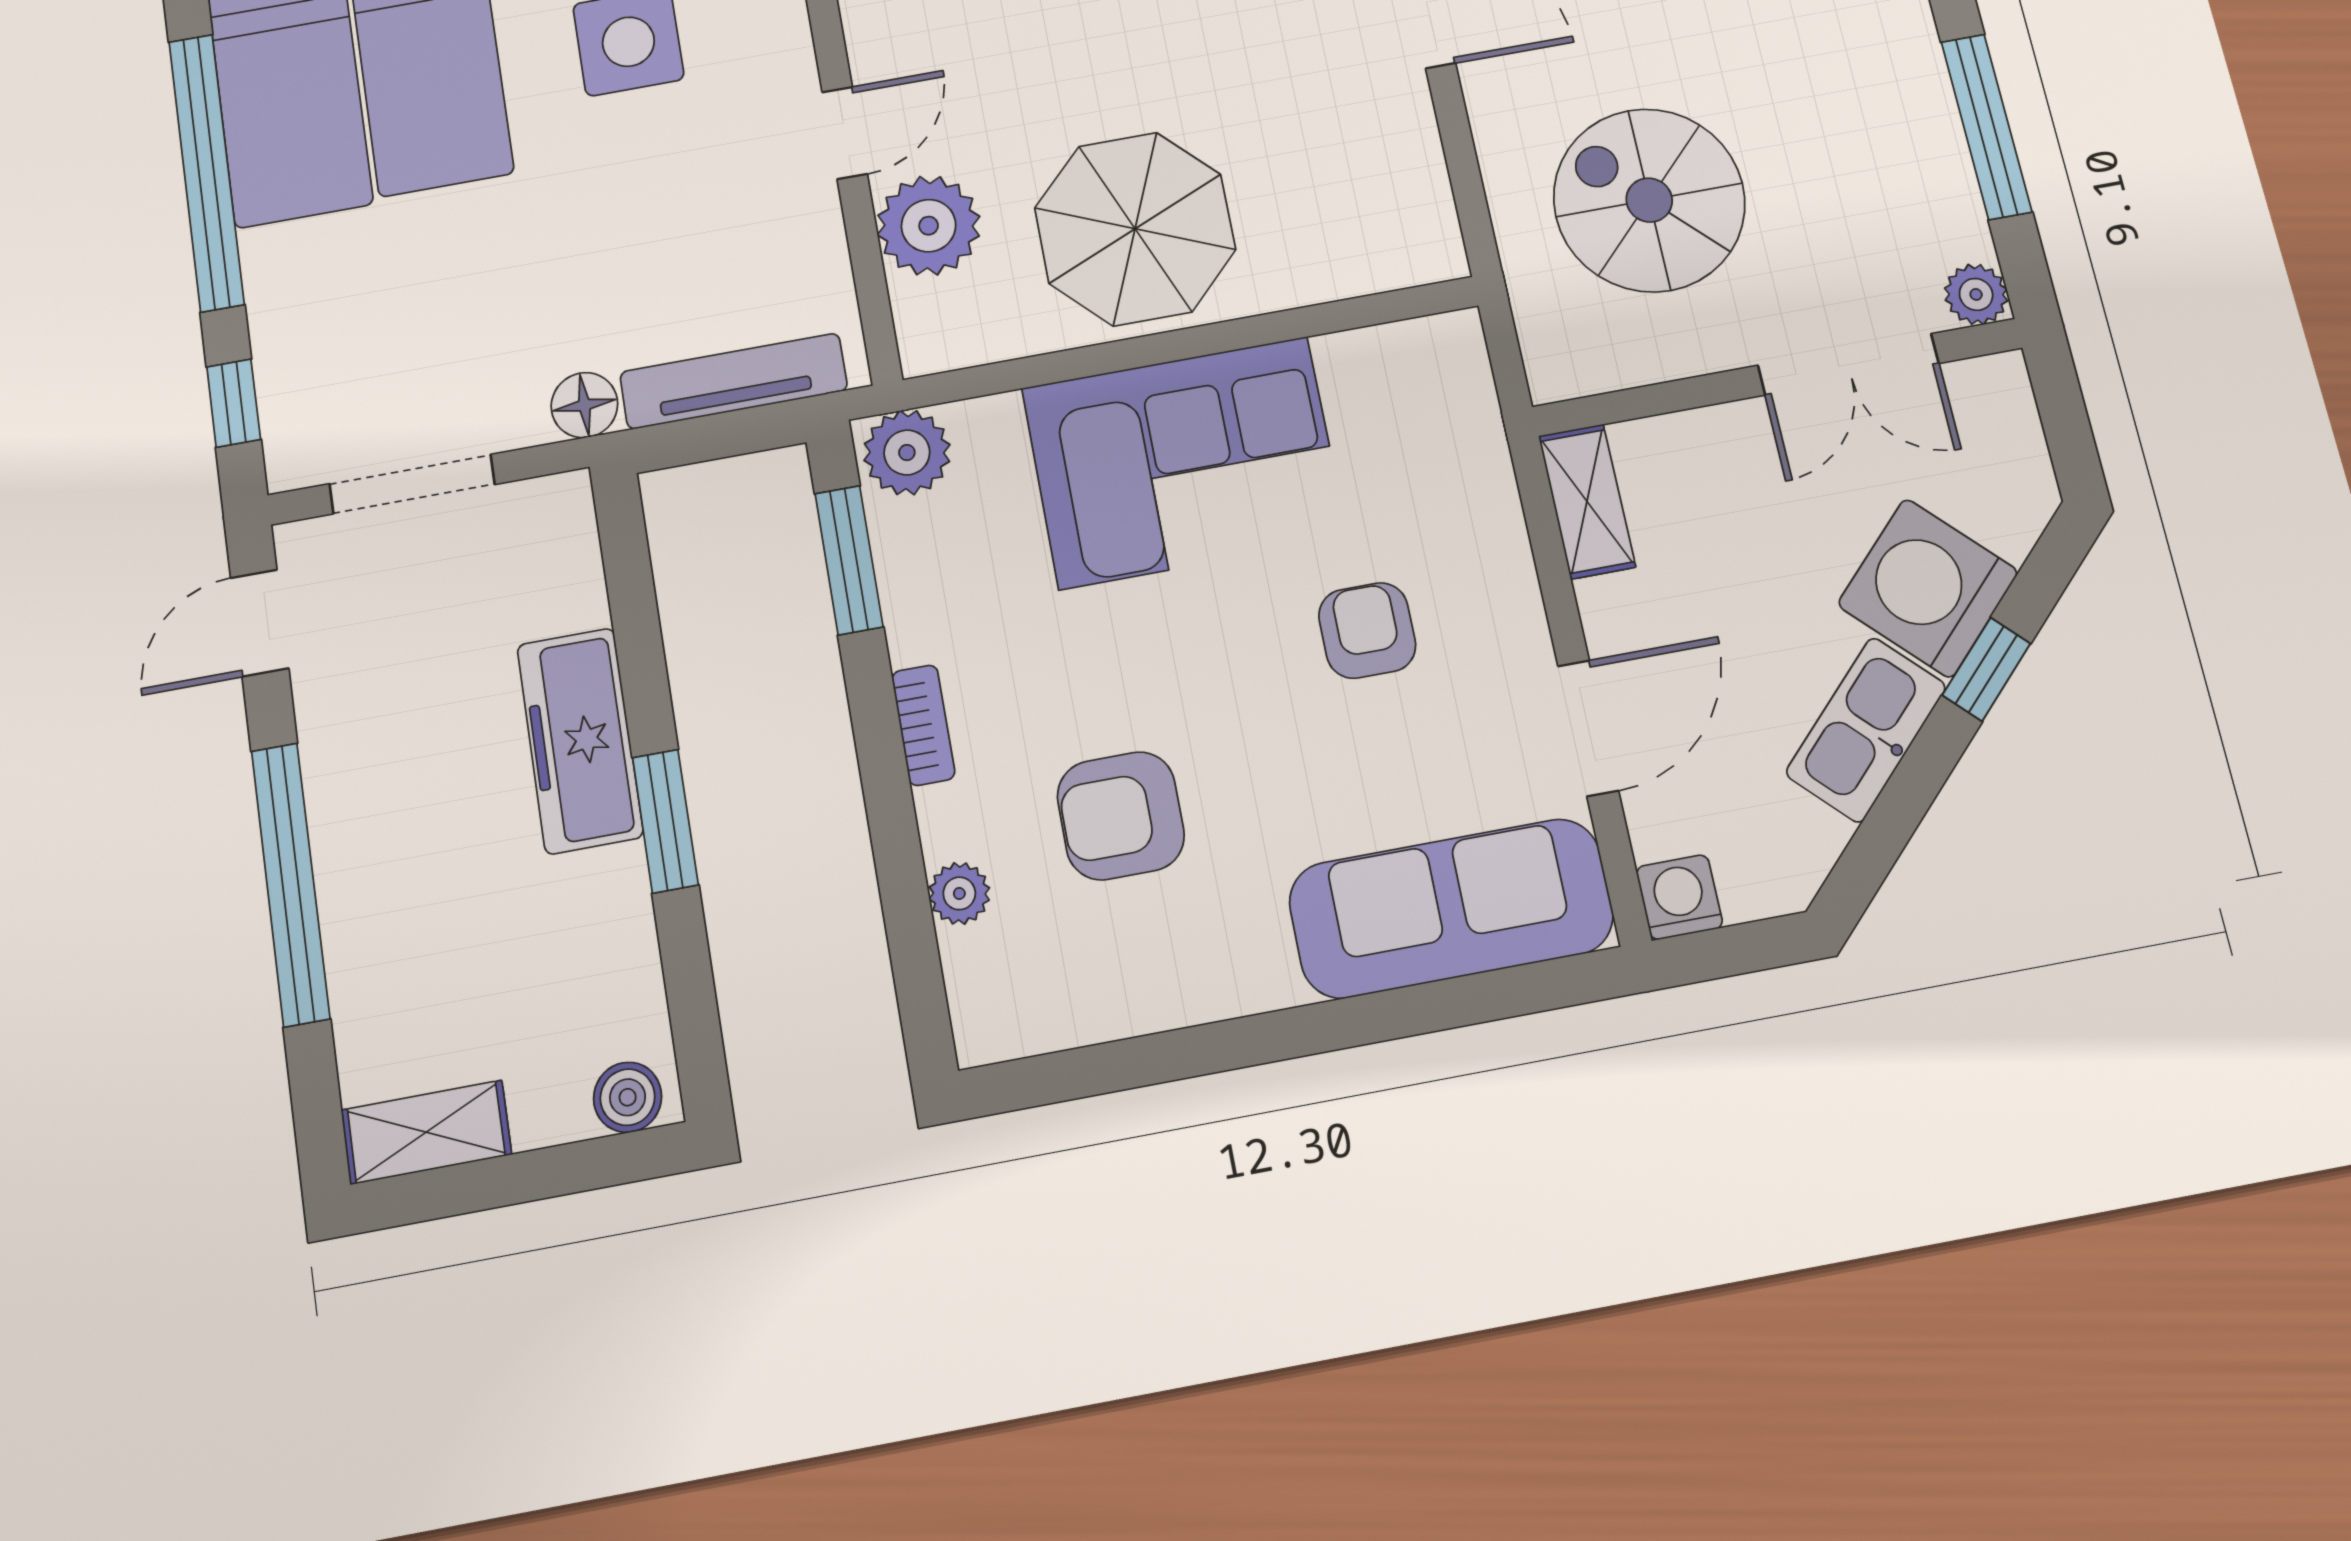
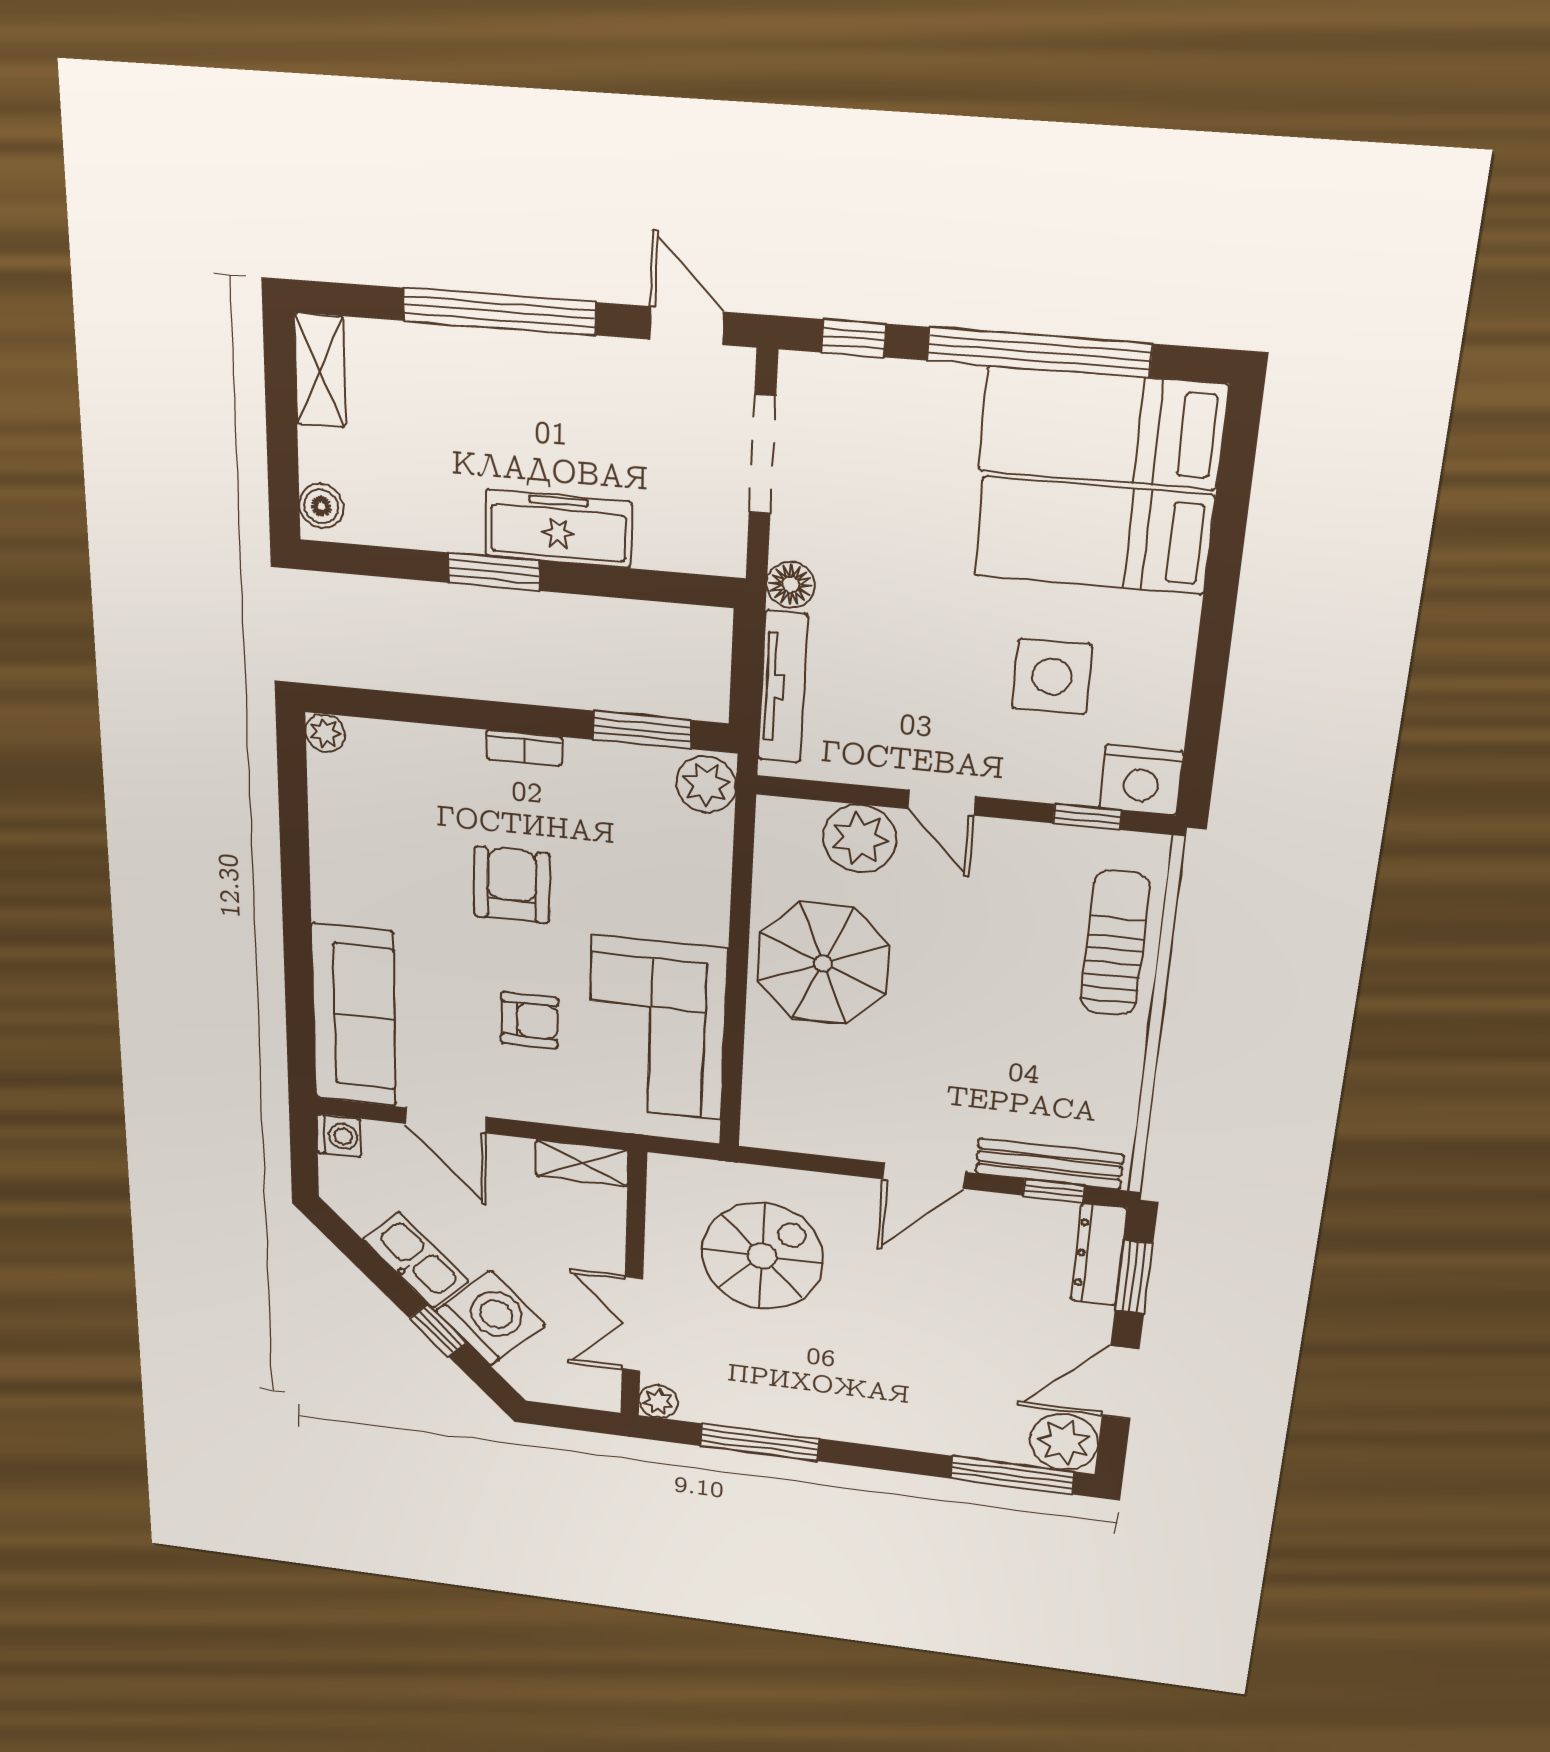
corner sofa: (1184, 462) -> (657, 1028), moved
armchair: (1121, 816) -> (512, 885), moved
plant: (959, 893) -> (325, 733), moved

